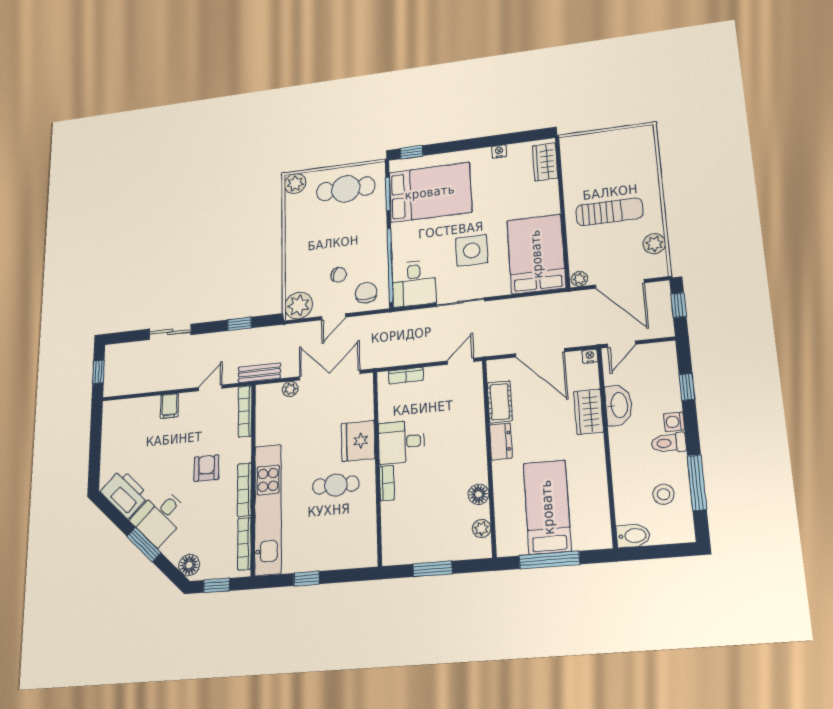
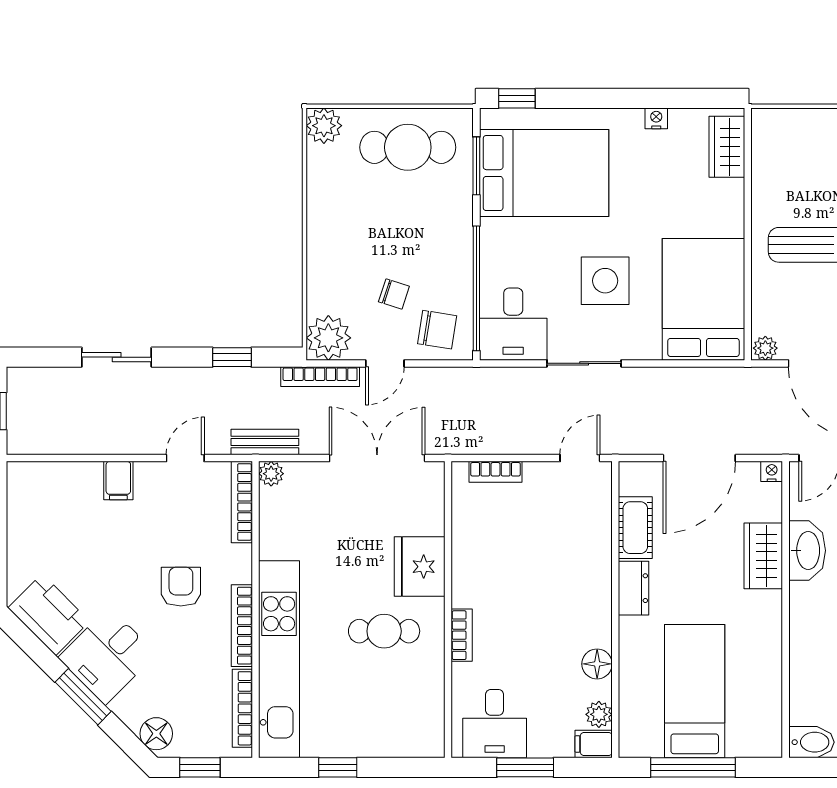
chair: (366, 293) -> (437, 330), turned 99
bookcase: (294, 329) -> (320, 377), added
door: (540, 353) -> (699, 458), hinge flipped
plant: (290, 389) -> (271, 474), moved
desk: (401, 442) -> (495, 724), moved, turned -90
filing cabinet: (479, 549) -> (594, 744), added

